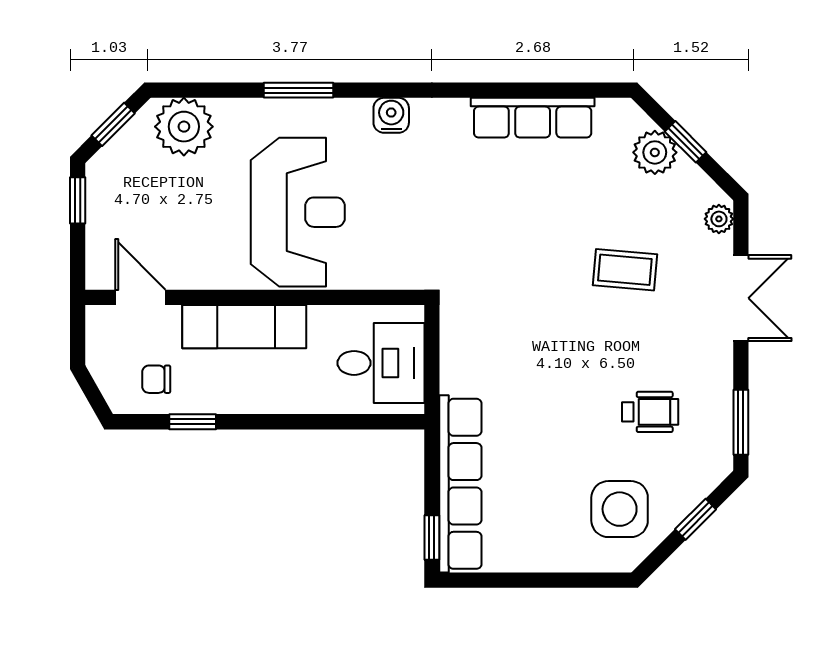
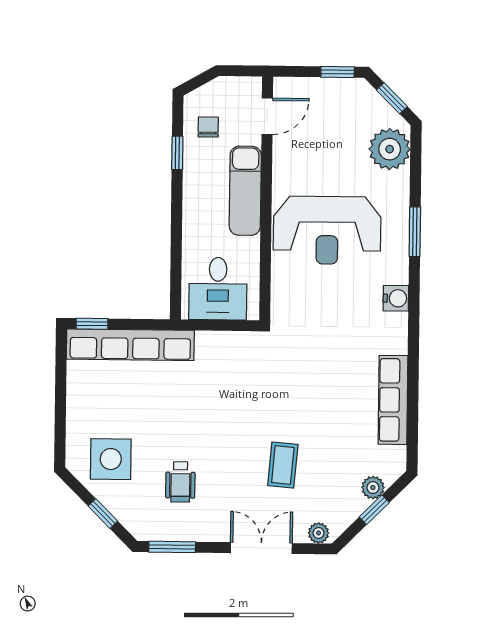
plant: (655, 152) -> (373, 488), width x0.73, depth x0.73
double door: (741, 298) -> (261, 548), swing flipped

